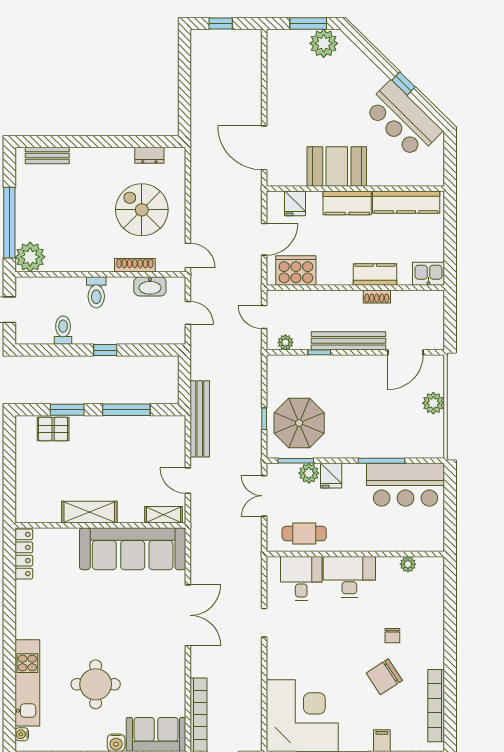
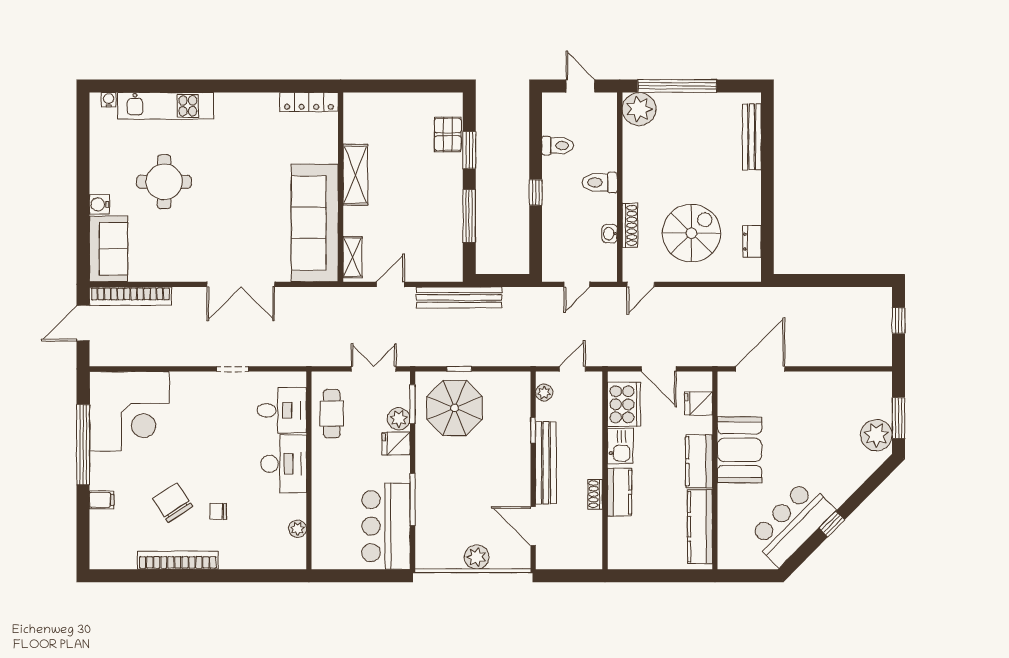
bench: (47, 156) -> (752, 137), width x1.36
kitchen sink: (429, 274) -> (620, 446), moved
washbasin: (150, 286) -> (610, 234), width x0.52, depth x0.69
bookcase: (436, 706) -> (178, 560), moved

